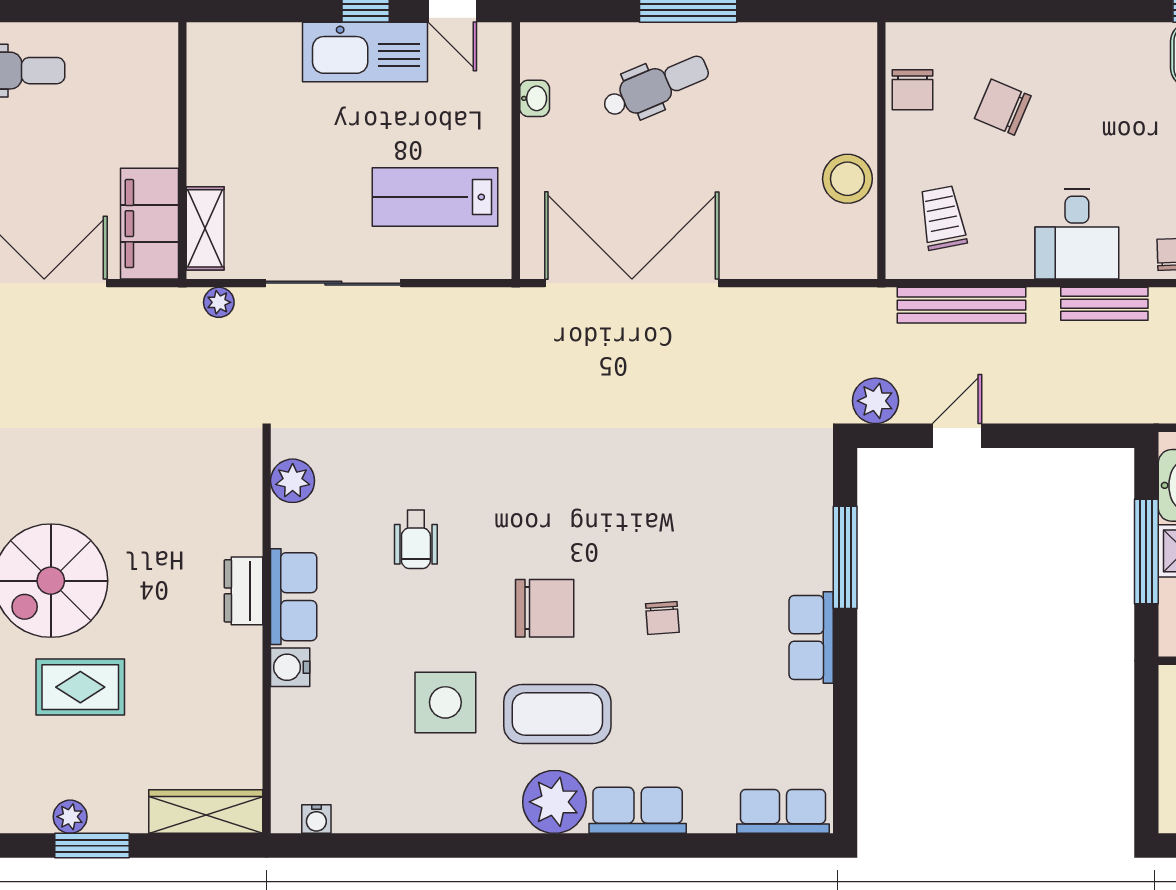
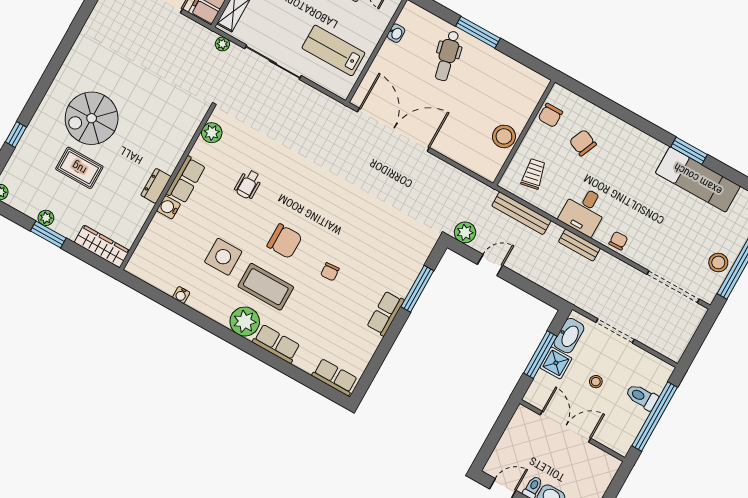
dental chair: (656, 87) -> (447, 56), turned 100
dresser: (244, 591) -> (156, 186), moved
water cooler: (316, 819) -> (181, 295), moved

